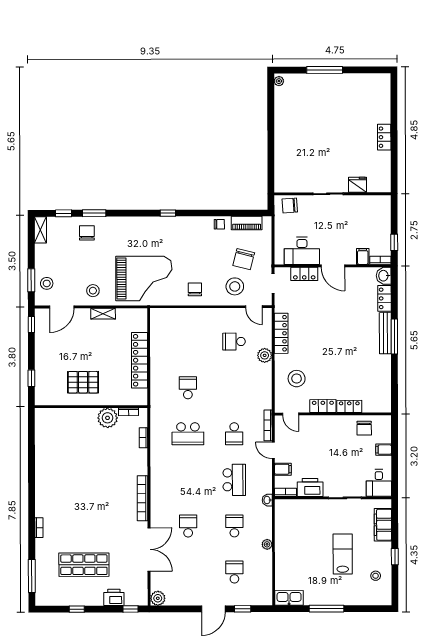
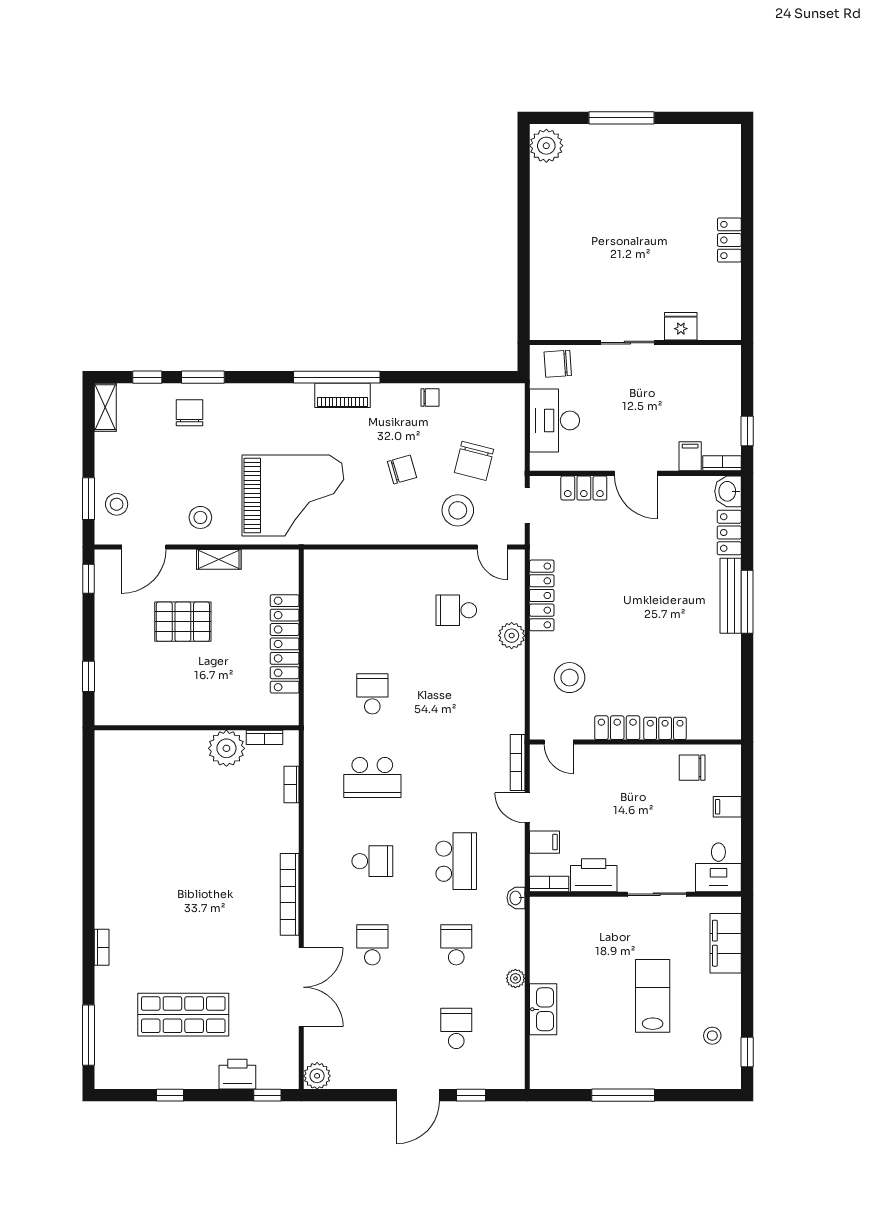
plant: (279, 81) -> (546, 146), width x1.88, depth x1.88
window: (168, 213) -> (337, 377), width x3.17
piano: (247, 223) -> (342, 395), moved
desk: (302, 251) -> (554, 420), moved, turned 90
chair: (195, 289) -> (402, 469), moved, turned 74
pallet: (83, 382) -> (183, 622), moved
chair: (364, 428) -> (692, 768), turned 90
school desk: (234, 434) -> (372, 861), moved, turned -90
window: (395, 557) -> (747, 1052), moved
kitchen sink: (289, 598) -> (543, 1009), moved, turned 90

